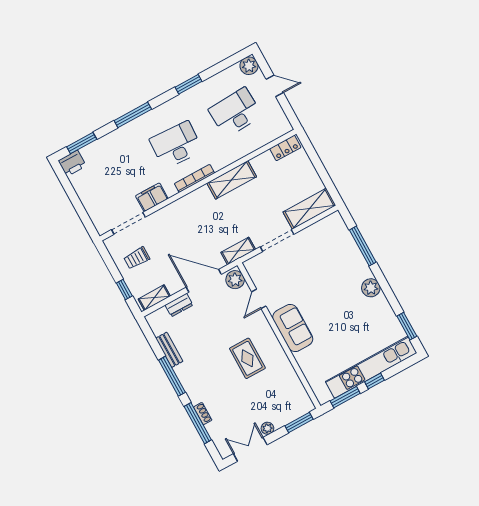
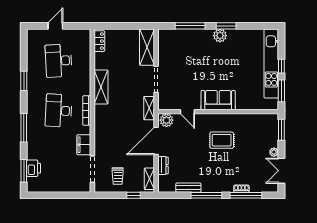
plant: (249, 66) -> (33, 35), removed
printer: (72, 163) -> (34, 168), moved
window: (407, 326) -> (226, 26), moved

